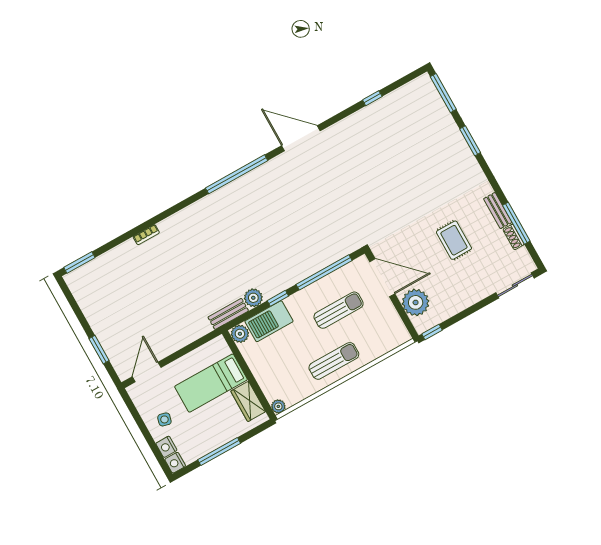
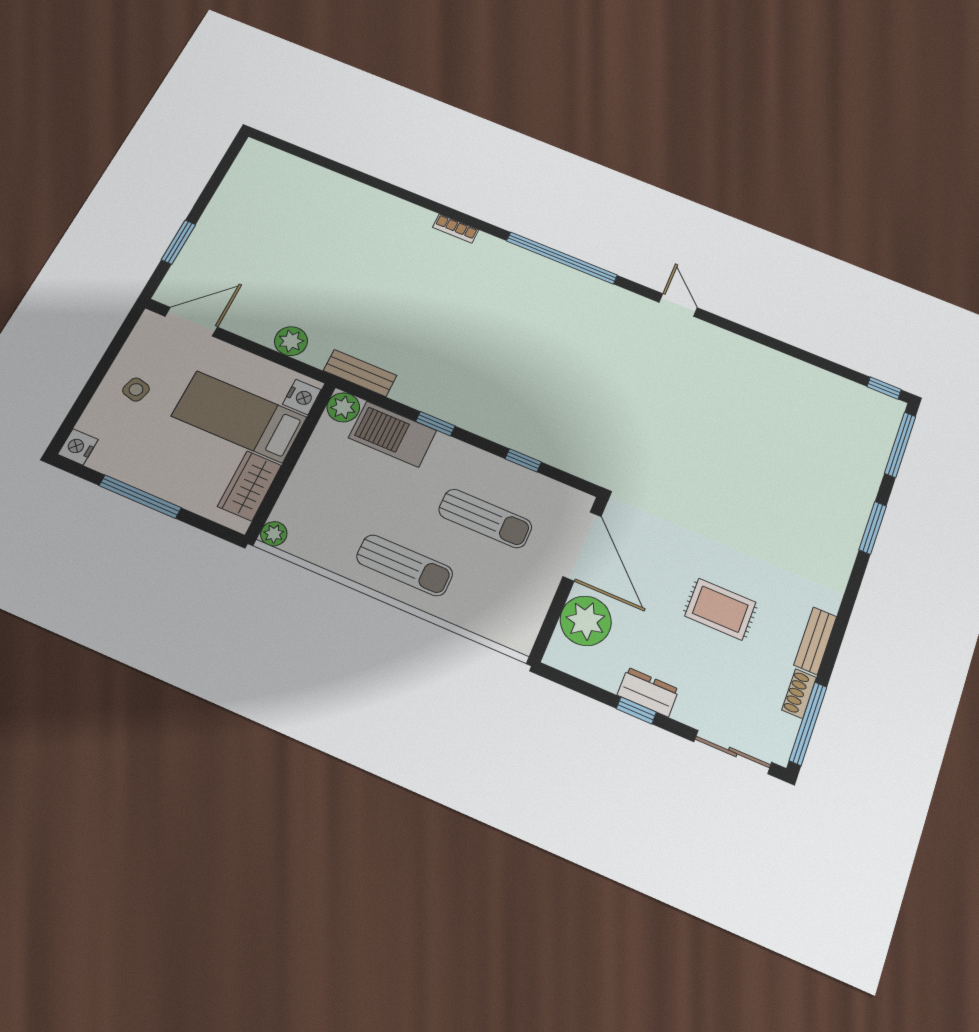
window: (372, 98) -> (884, 388), moved
door: (301, 138) -> (678, 305), width x0.53
window: (516, 223) -> (808, 724), moved
bookcase: (146, 235) -> (456, 229), moved
rug: (454, 240) -> (720, 609), turned 90
window: (79, 263) -> (284, 146), removed
window: (324, 272) -> (523, 460), width x0.32
plant: (253, 298) -> (291, 341), moved
dresser: (465, 300) -> (648, 692), added
window: (432, 332) -> (636, 710), moved
nightstand: (166, 447) -> (302, 397), moved, turned 180

